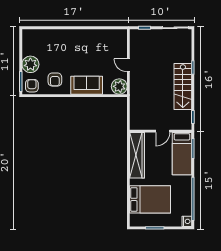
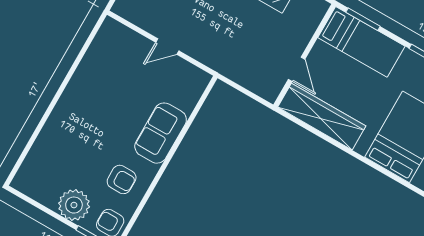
plant: (119, 86) -> (193, 81), removed
door: (163, 131) -> (297, 69), moved

